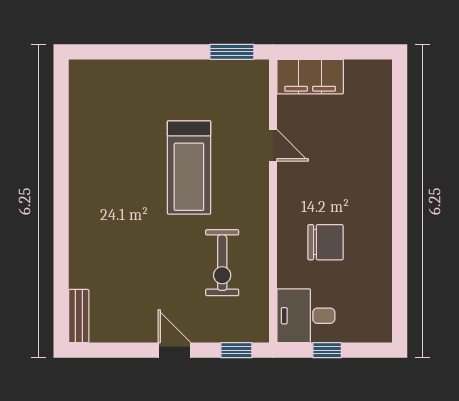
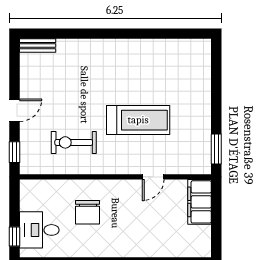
treadmill: (189, 167) -> (138, 120), turned 180
desk: (306, 316) -> (39, 230), moved, turned -90
window: (327, 350) -> (15, 236), moved

